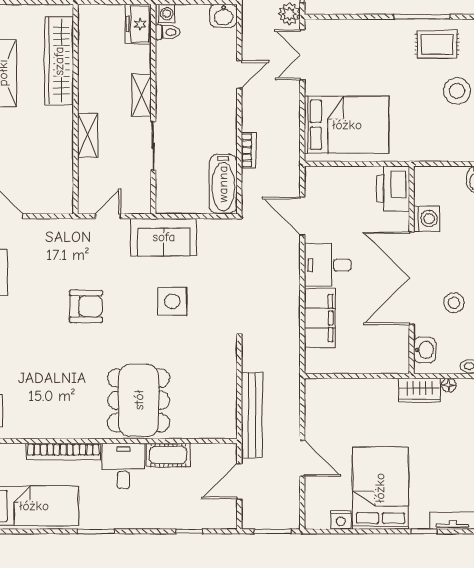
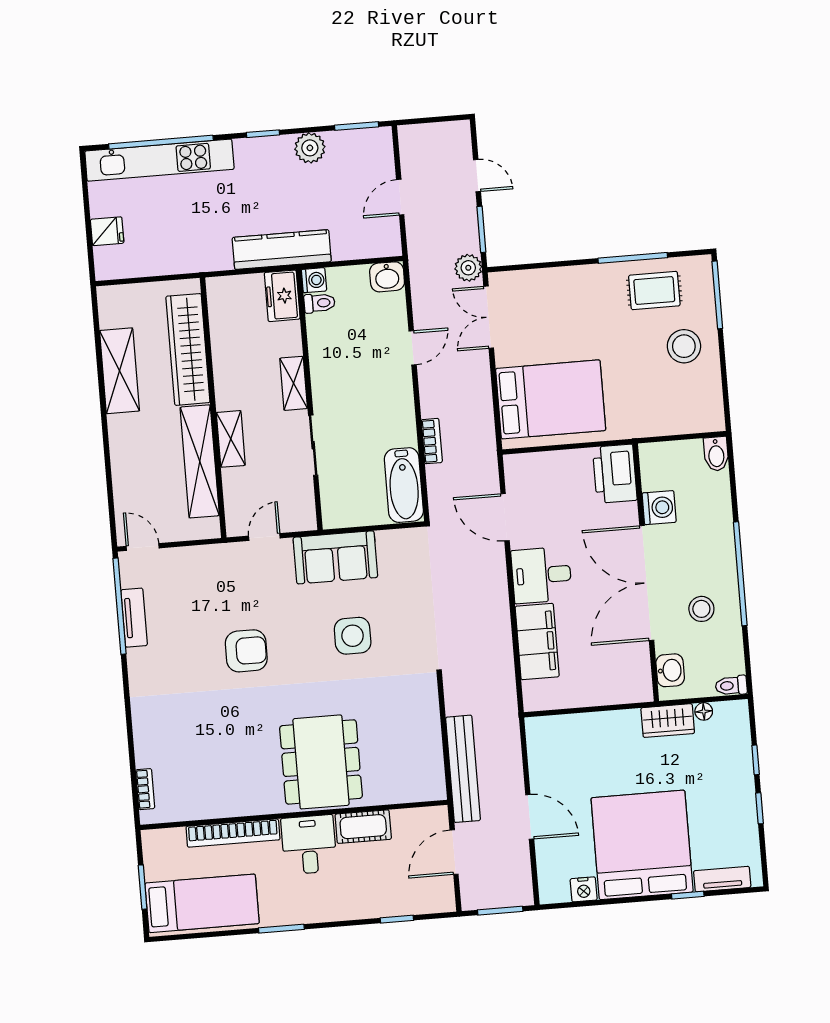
shelving: (61, 151) -> (200, 461), added
bed: (380, 488) -> (642, 845), width x1.36

